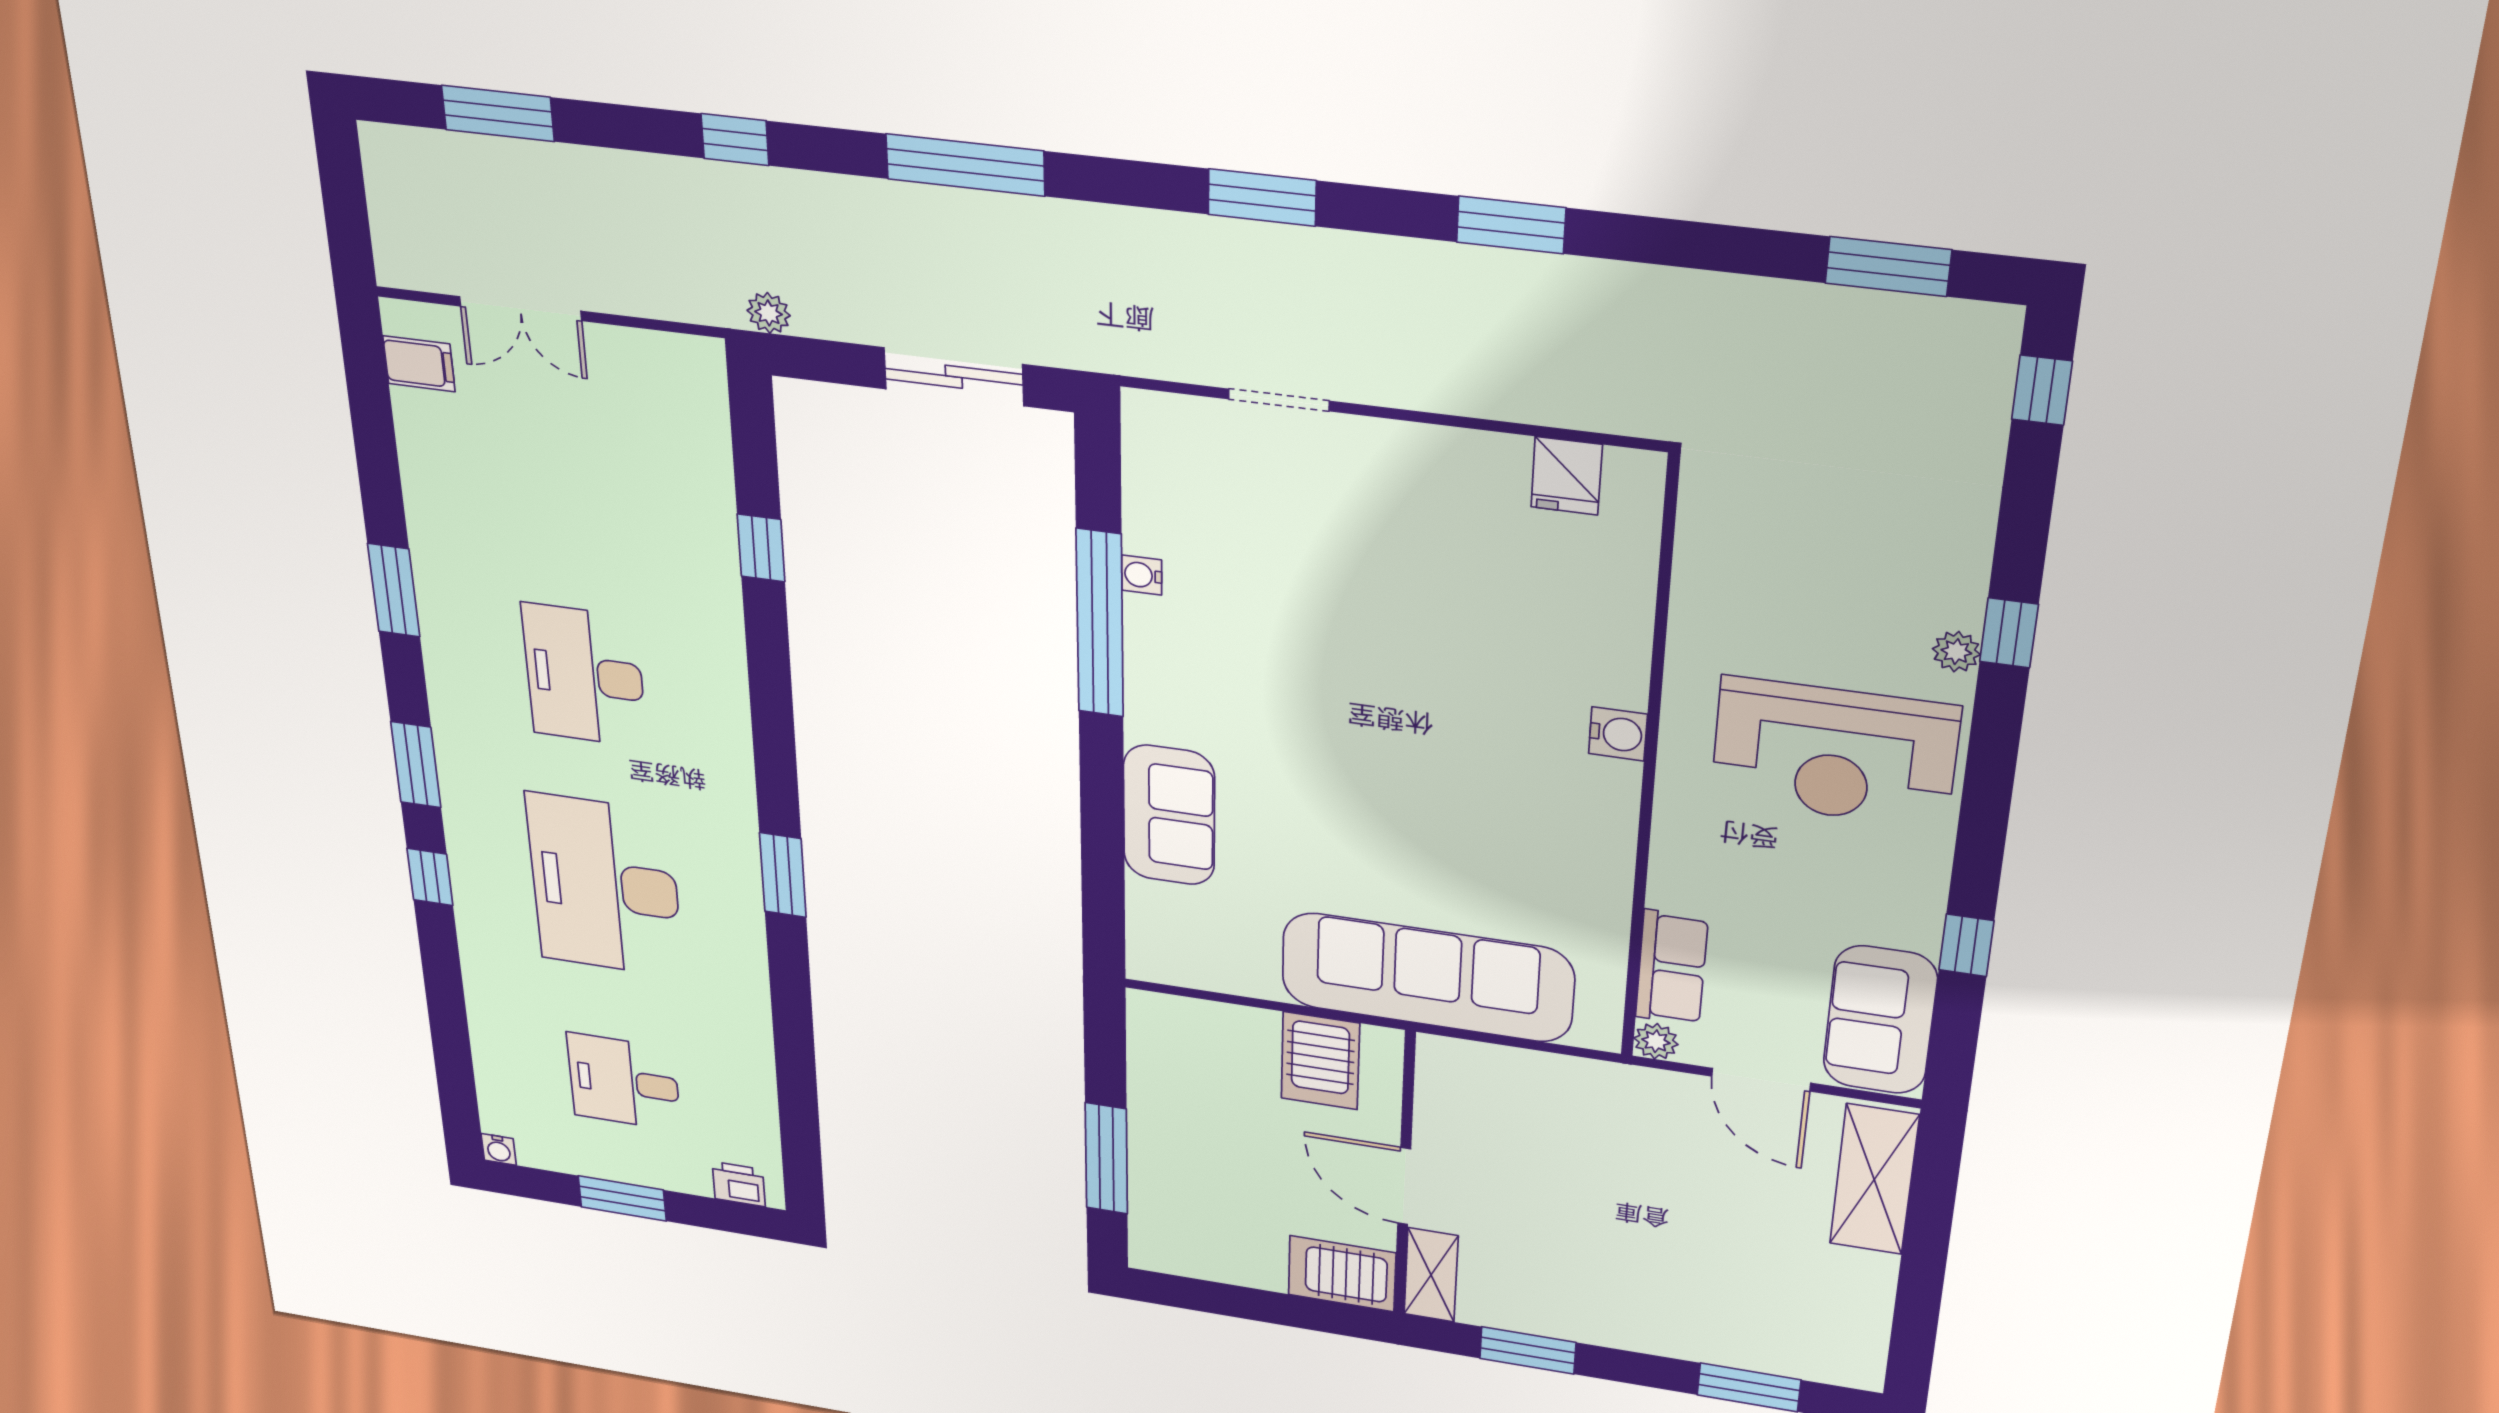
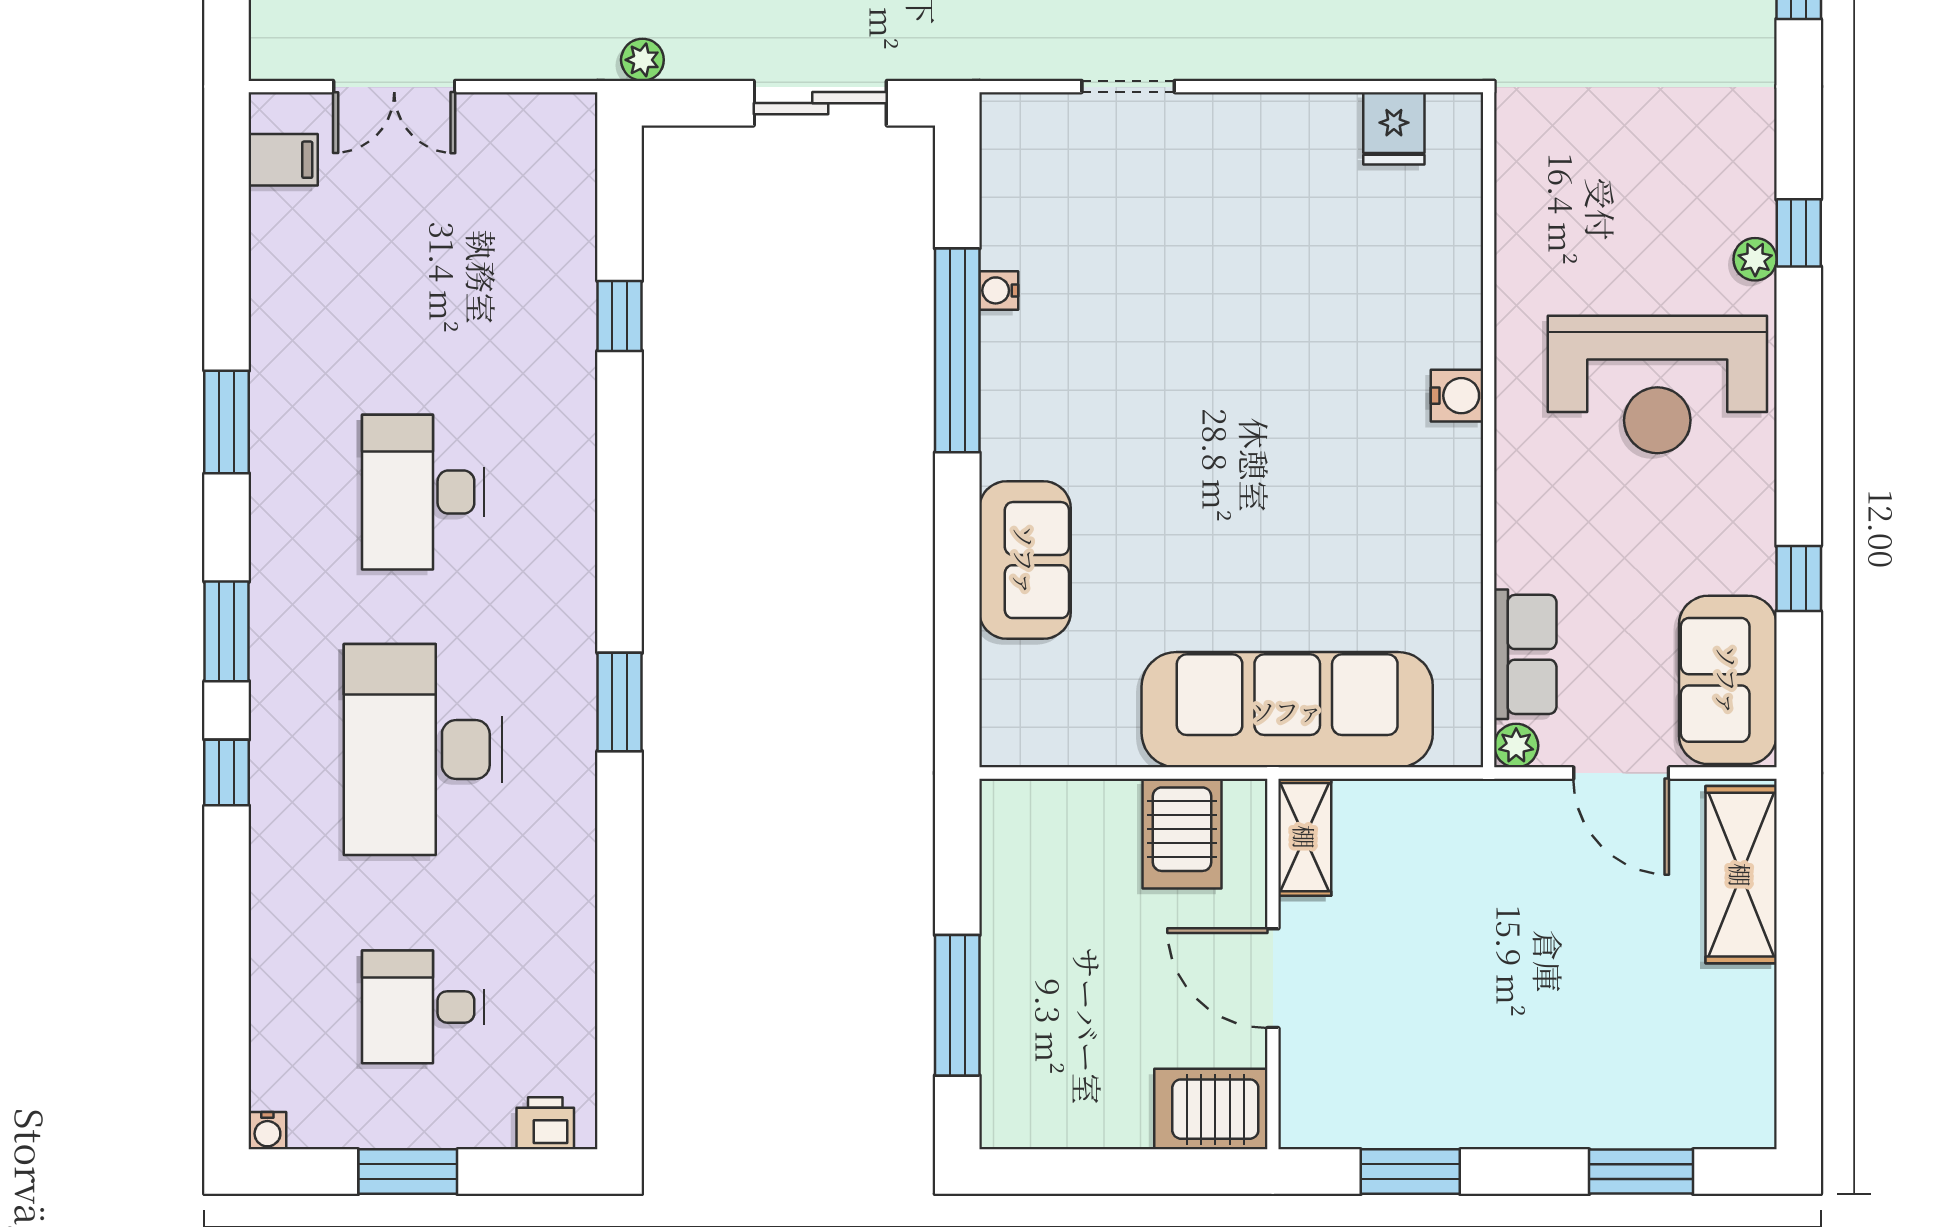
shelving: (1431, 1275) -> (1305, 837), moved

